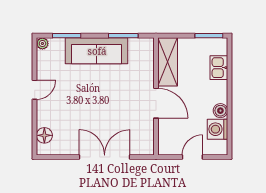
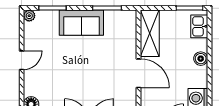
sofa: (97, 51) -> (81, 23), width x0.73
kitchen sink: (219, 68) -> (199, 26), moved
boiler: (220, 111) -> (201, 59), moved

